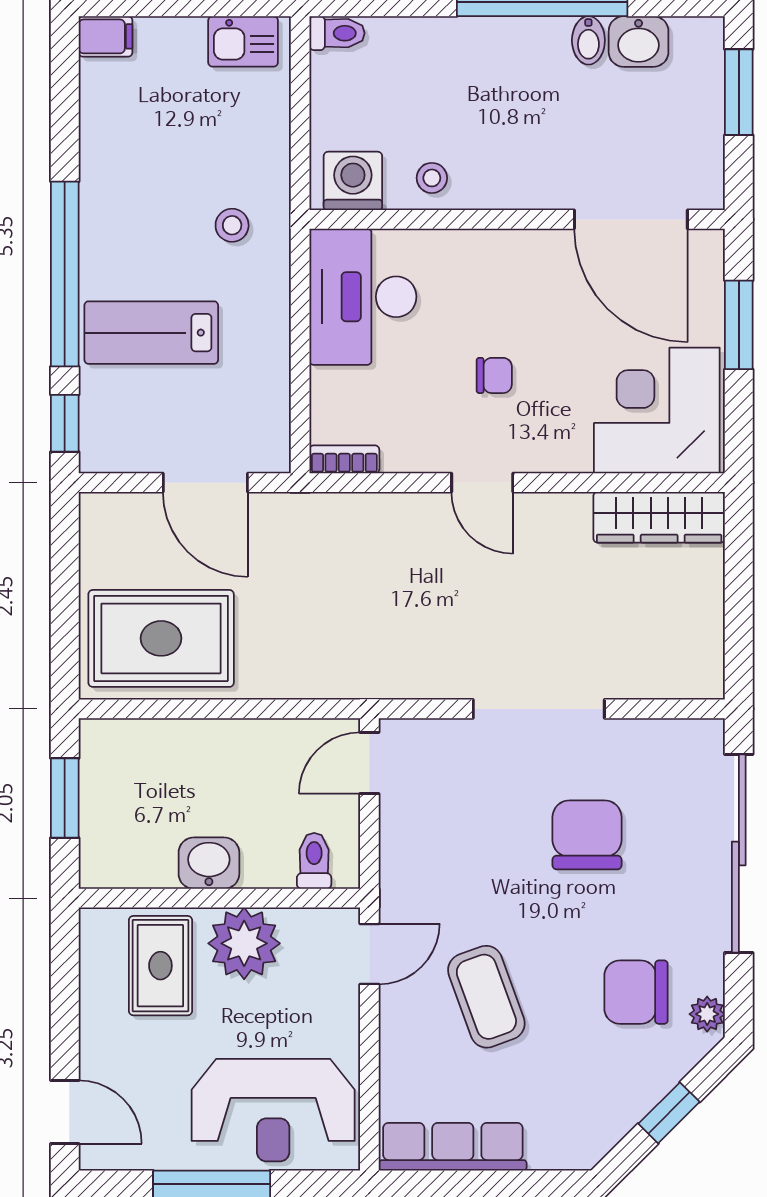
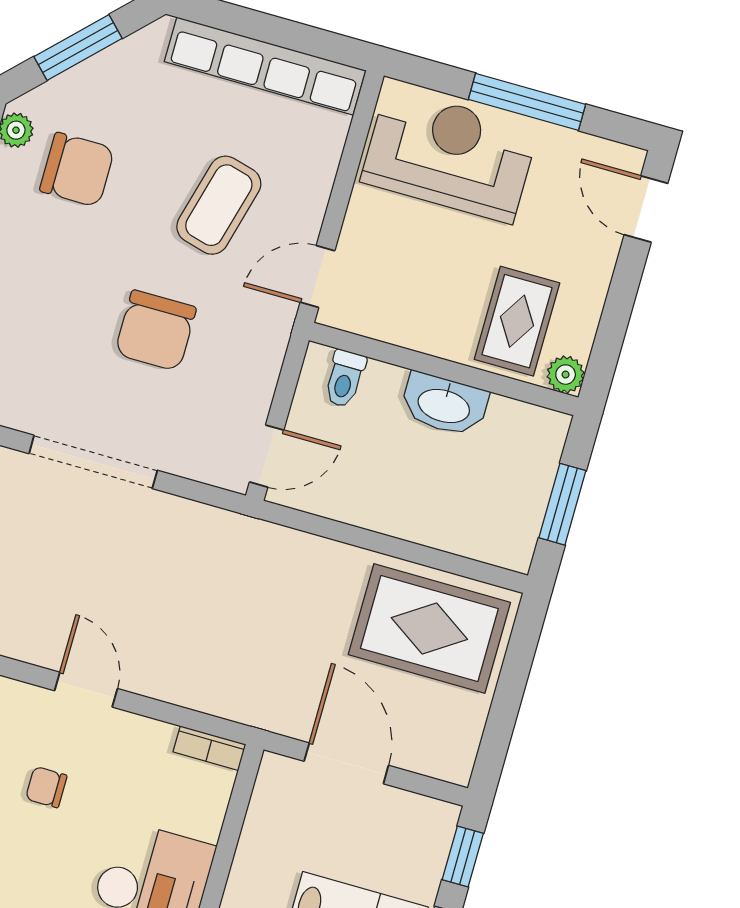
chair: (587, 835) -> (156, 331), moved
washbasin: (209, 863) -> (444, 405), width x1.38
plant: (244, 943) -> (566, 375), moved, width x0.53, depth x0.53
coffee table: (486, 997) -> (219, 205), turned 35
window: (669, 1113) -> (78, 47), width x1.50
row of seats: (453, 1147) -> (265, 66), width x1.36

